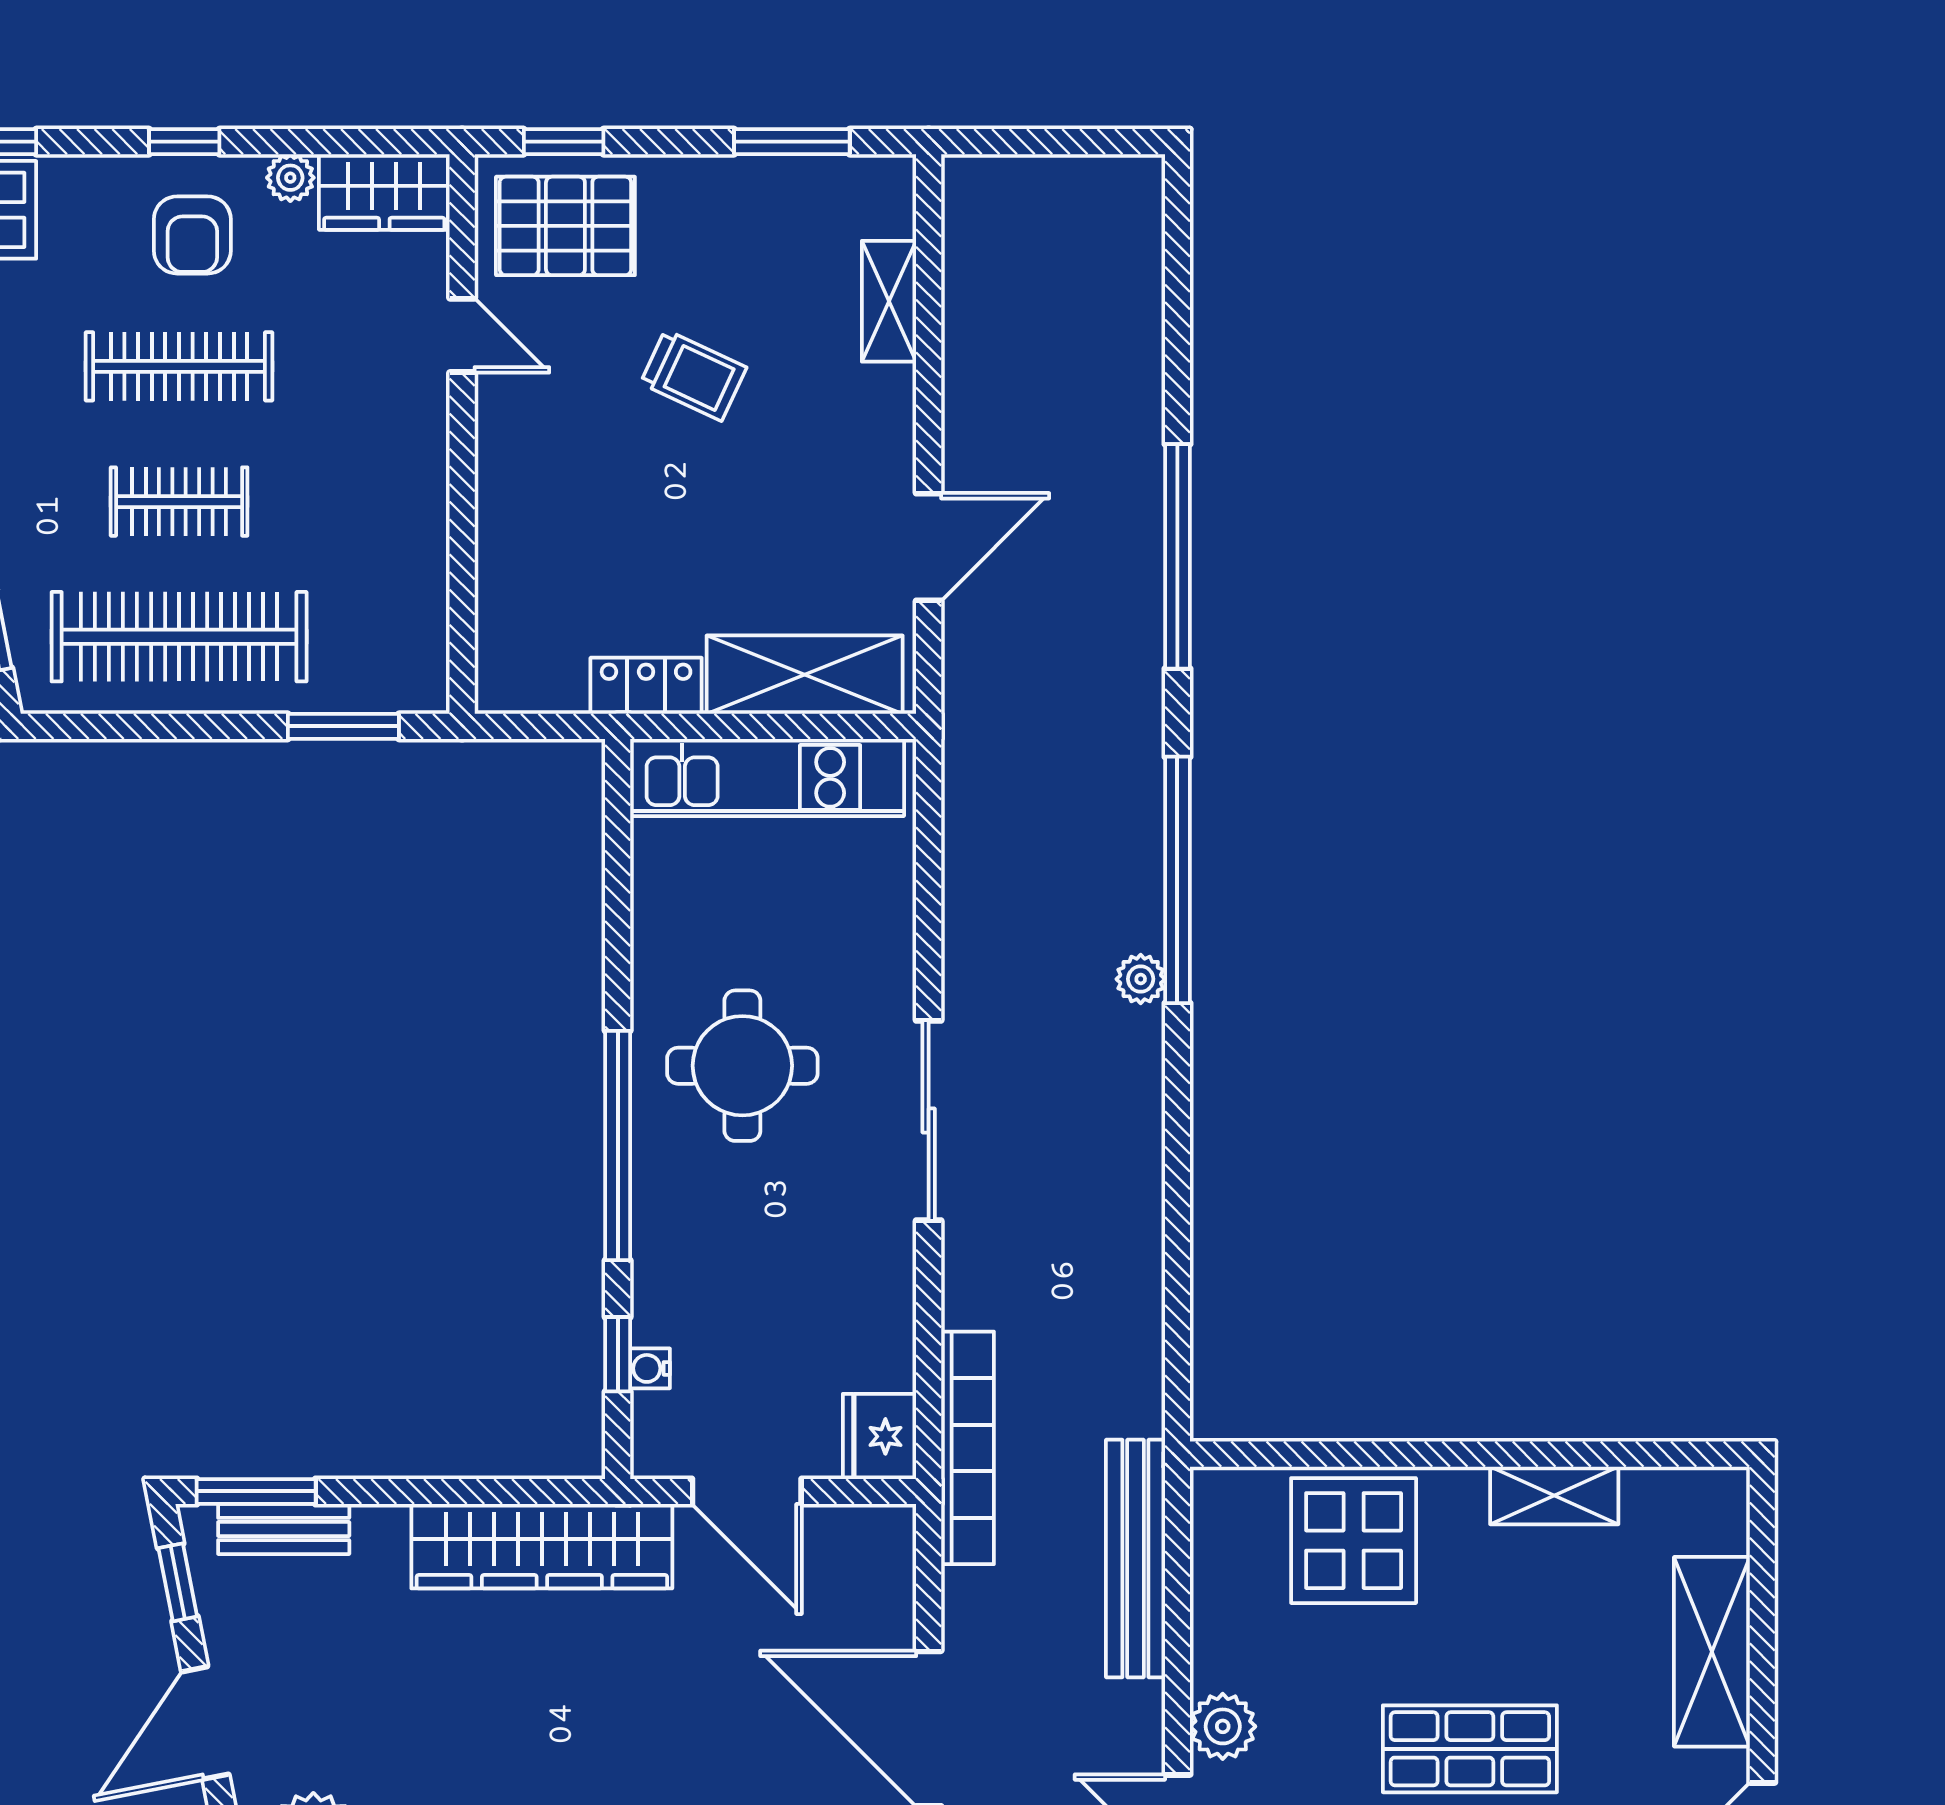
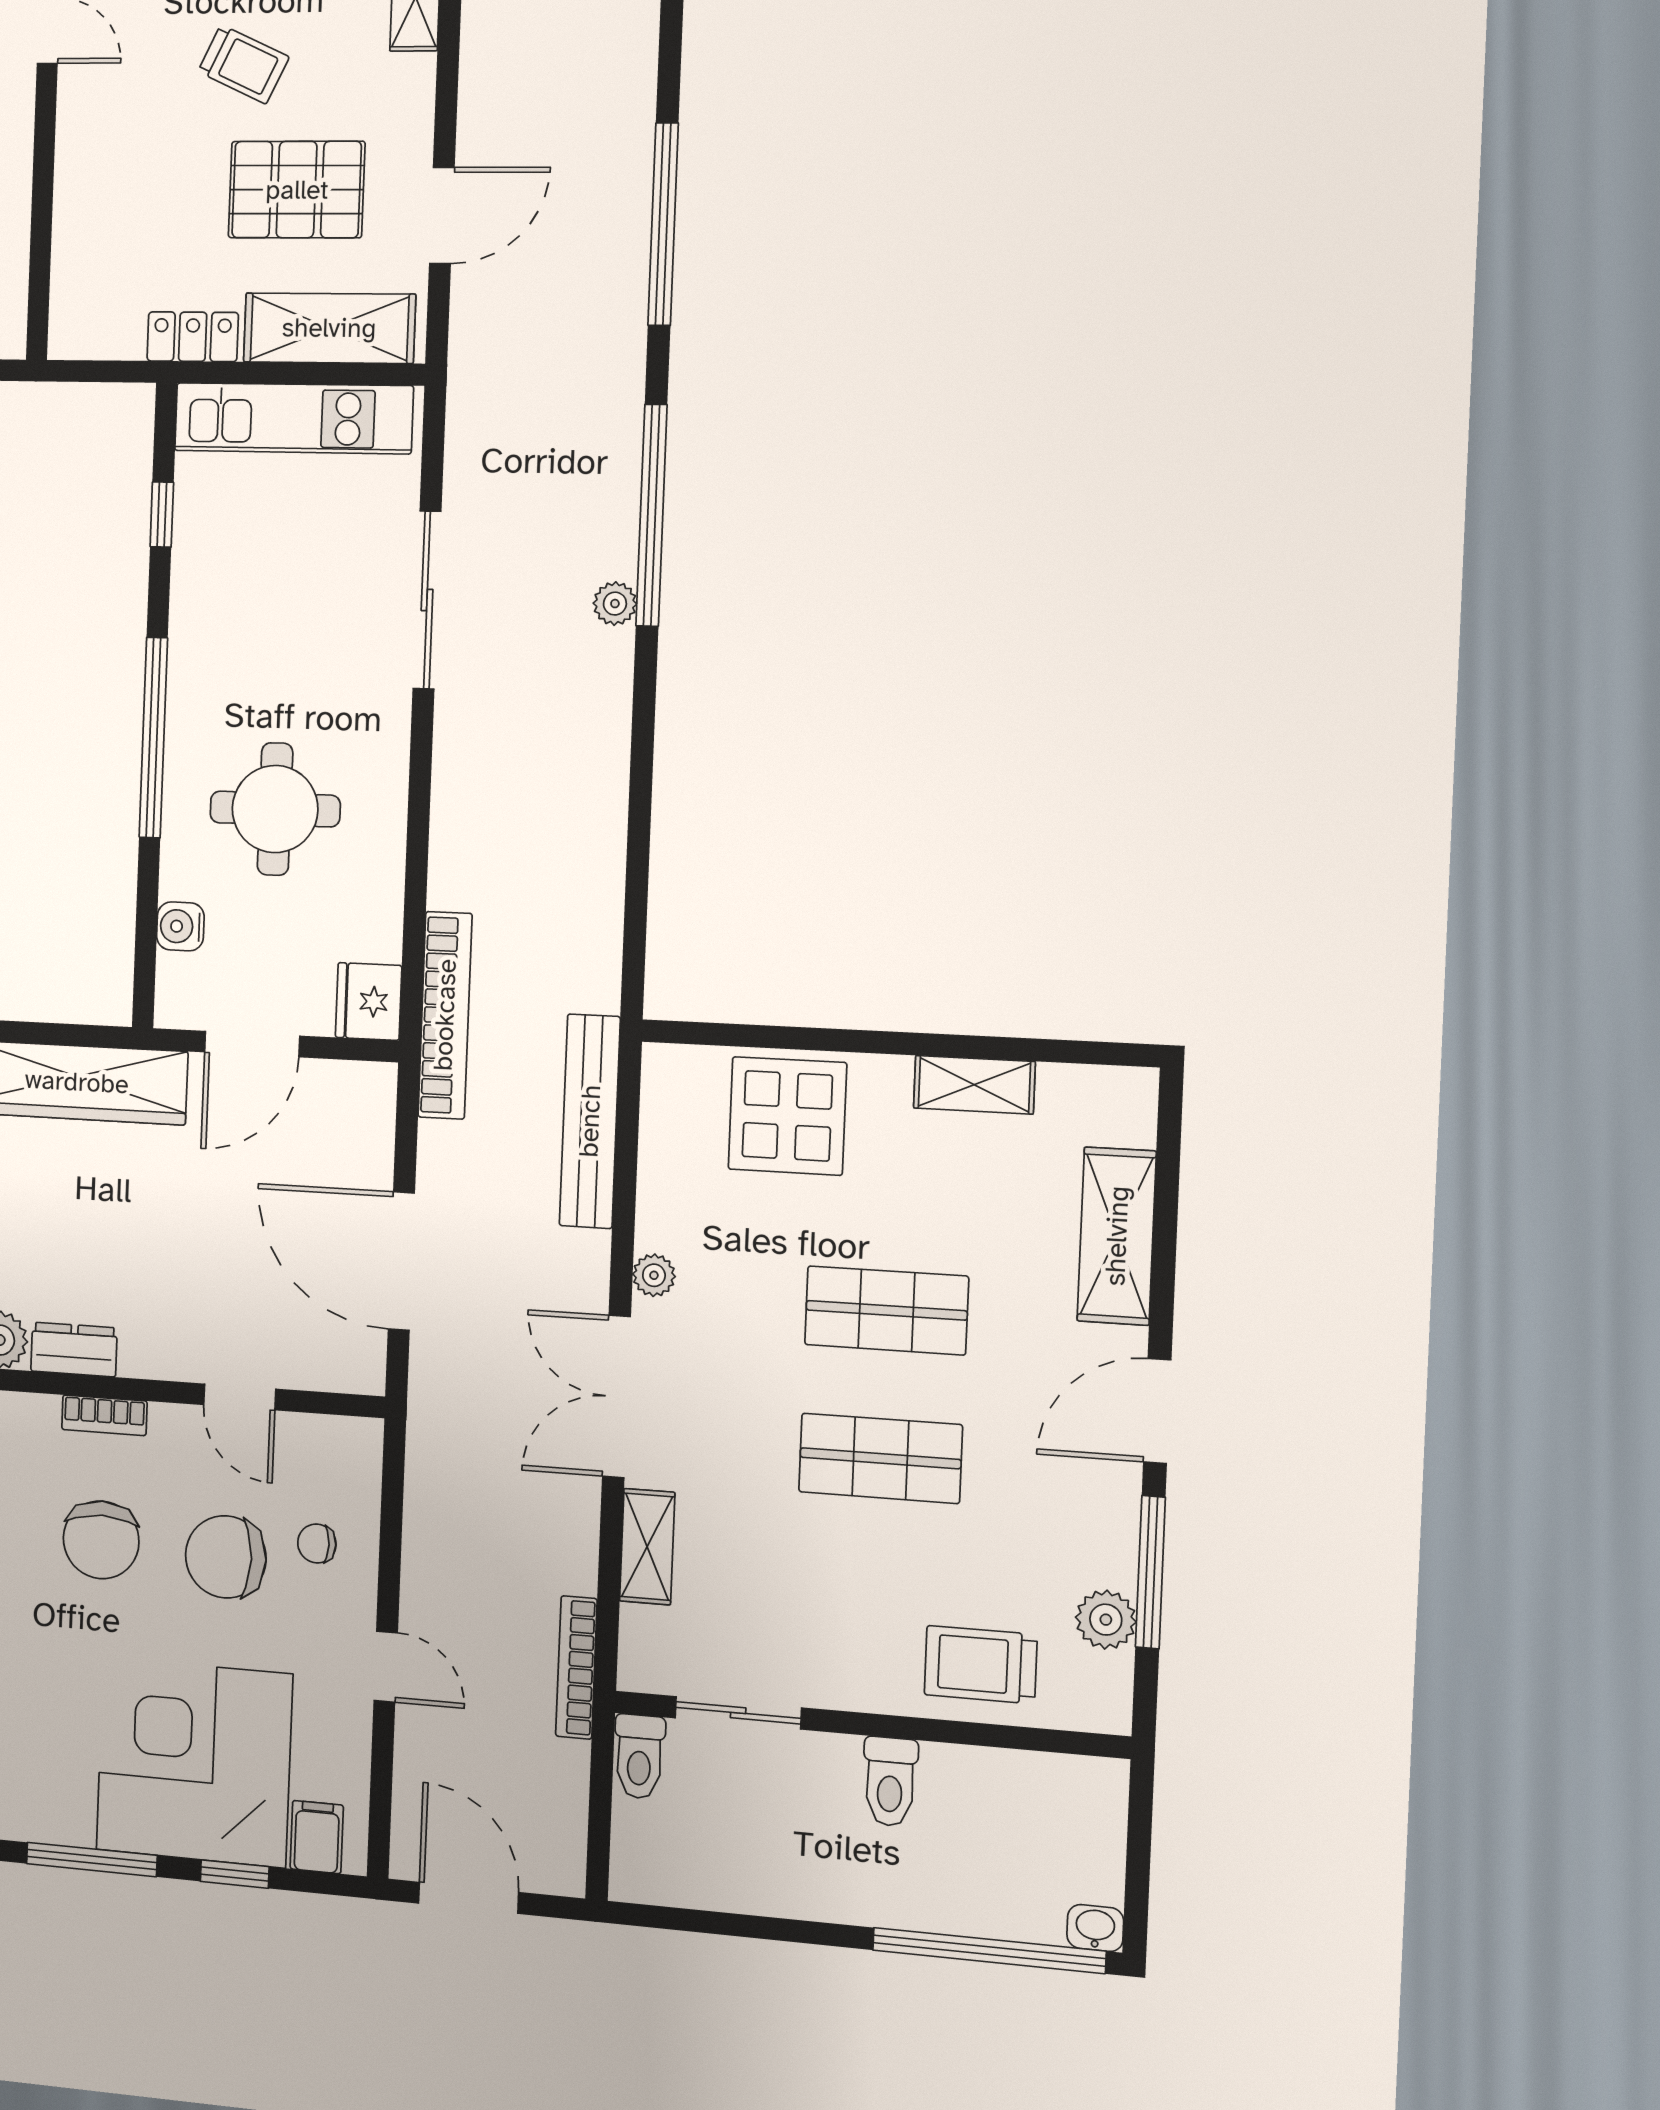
pallet: (761, 518) -> (297, 190), added
round table: (742, 1066) -> (275, 809), moved
sliding door: (929, 1120) -> (427, 600), moved
window: (618, 1354) -> (162, 514), moved
water cooler: (650, 1368) -> (180, 926), width x1.38, depth x1.38
door: (747, 1491) -> (252, 1044), hinge flipped
plant: (1223, 1726) -> (654, 1275), width x0.73, depth x0.73

